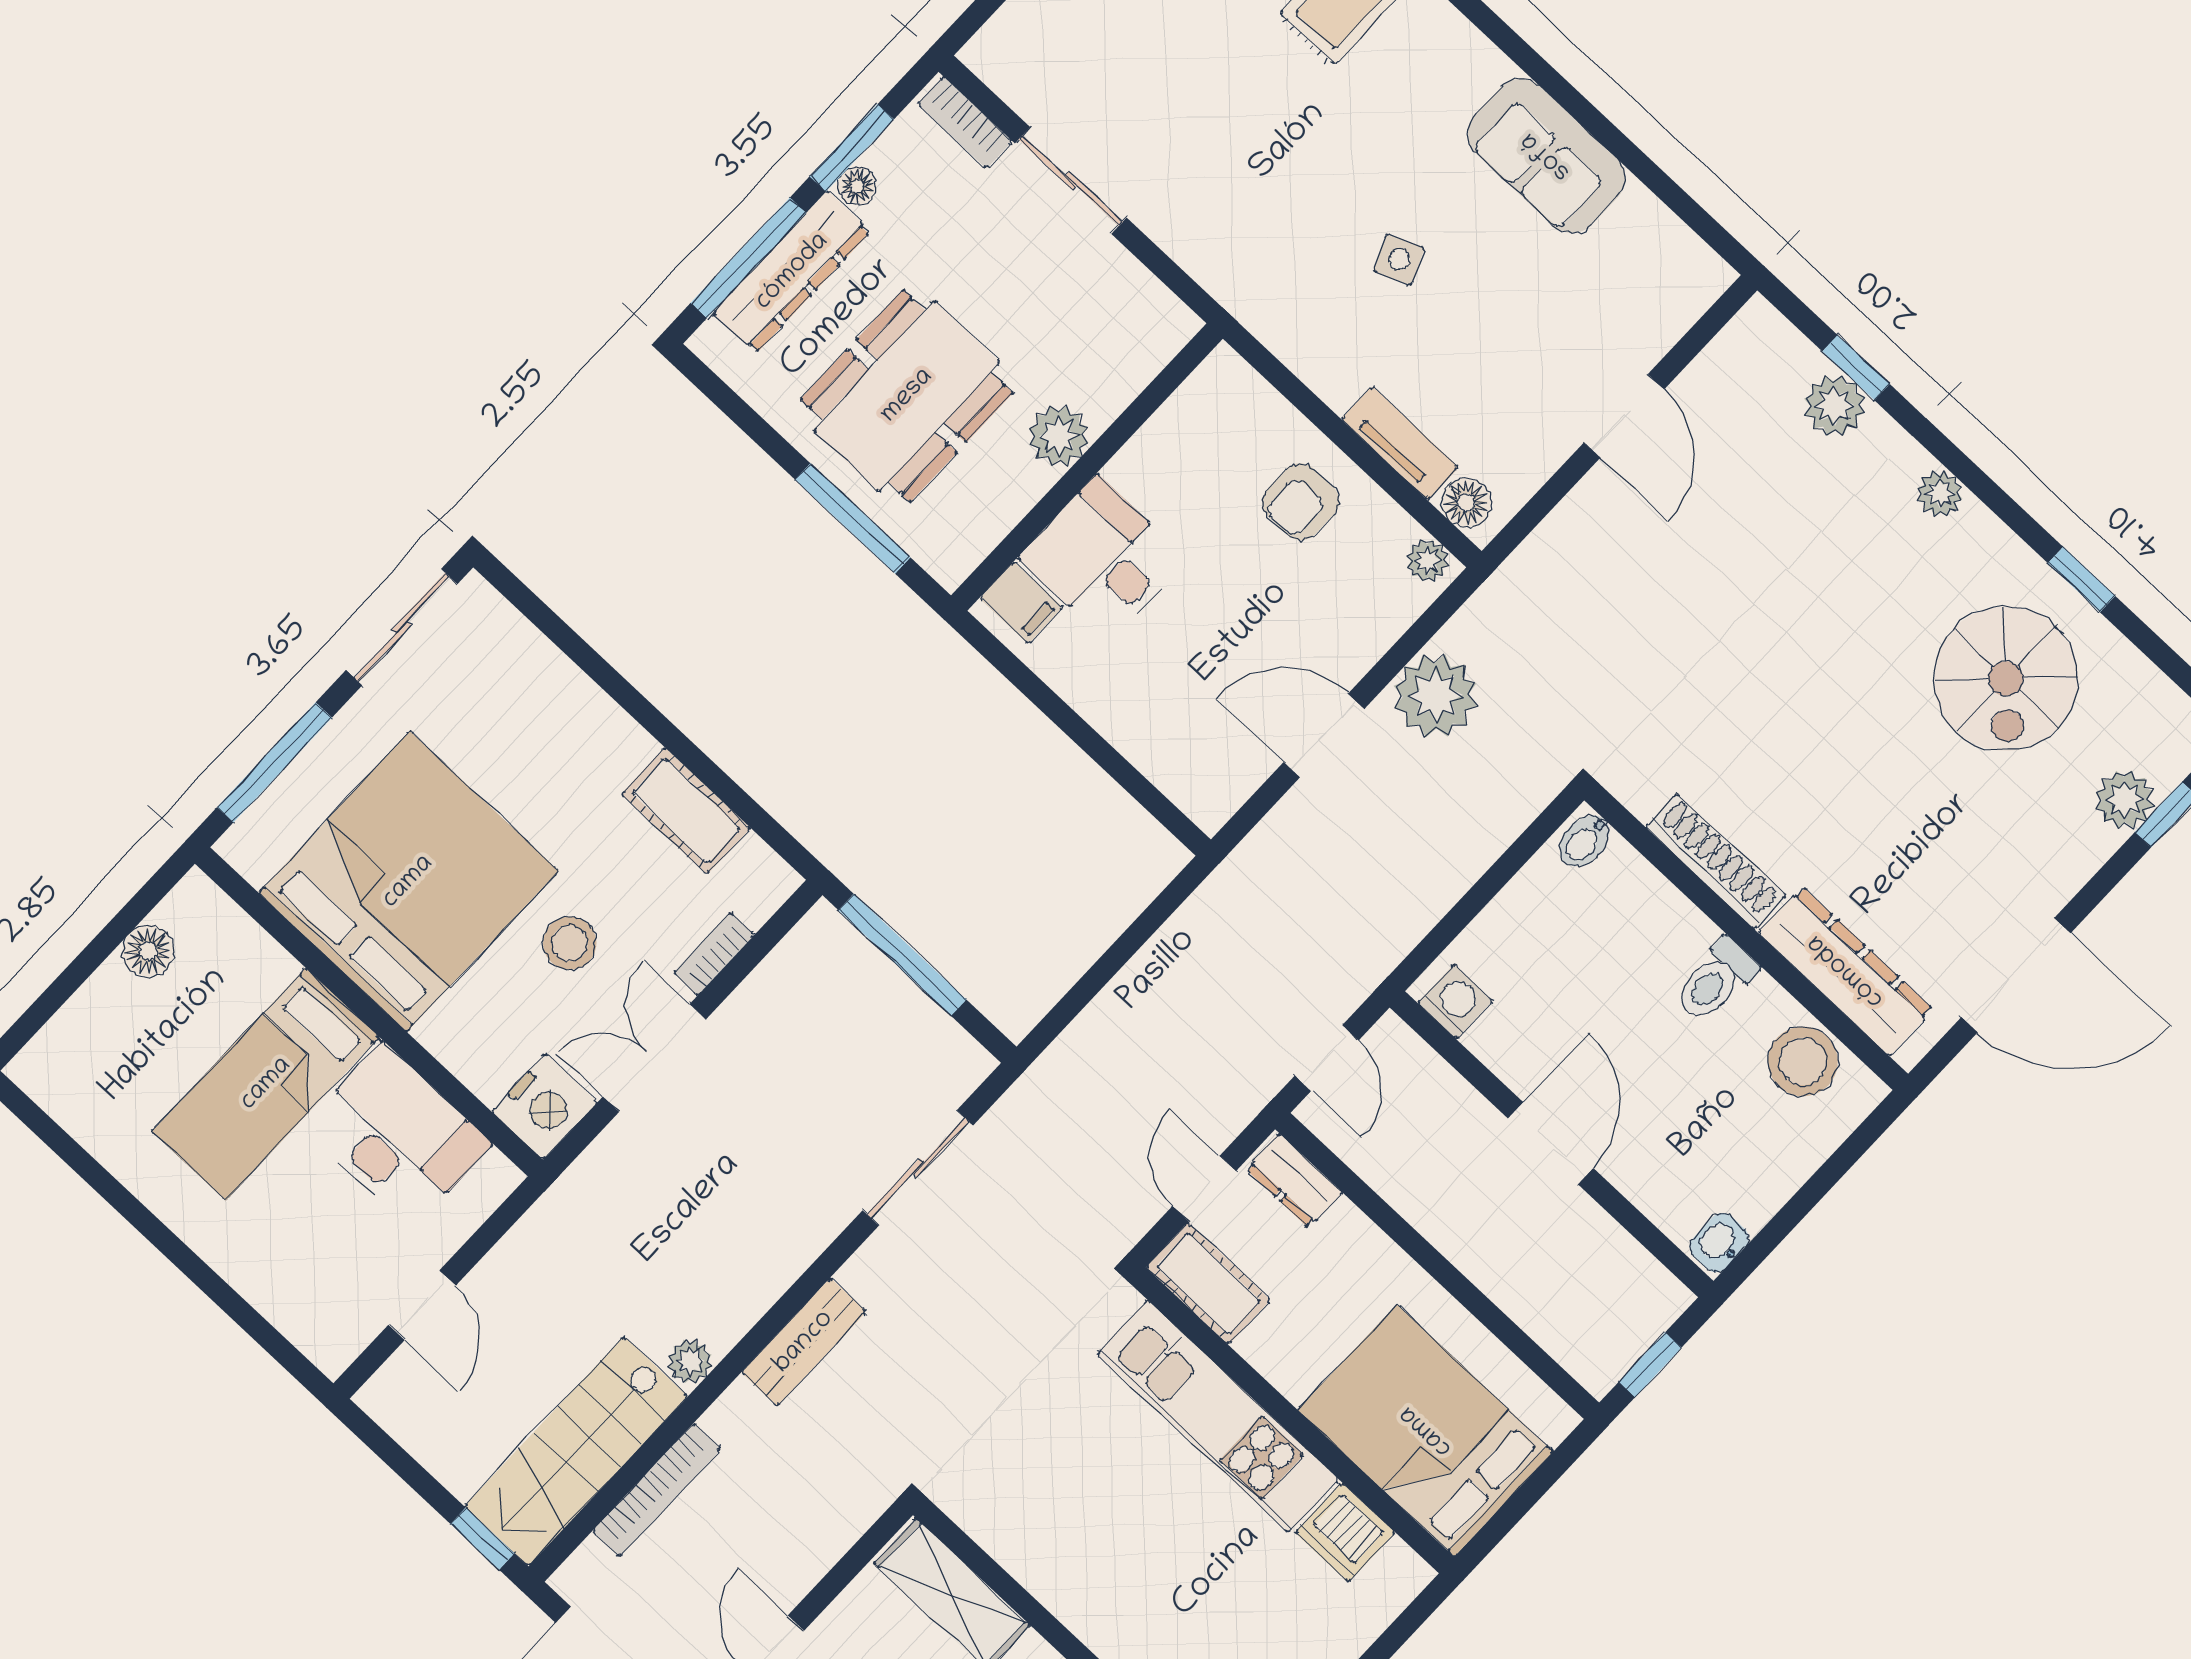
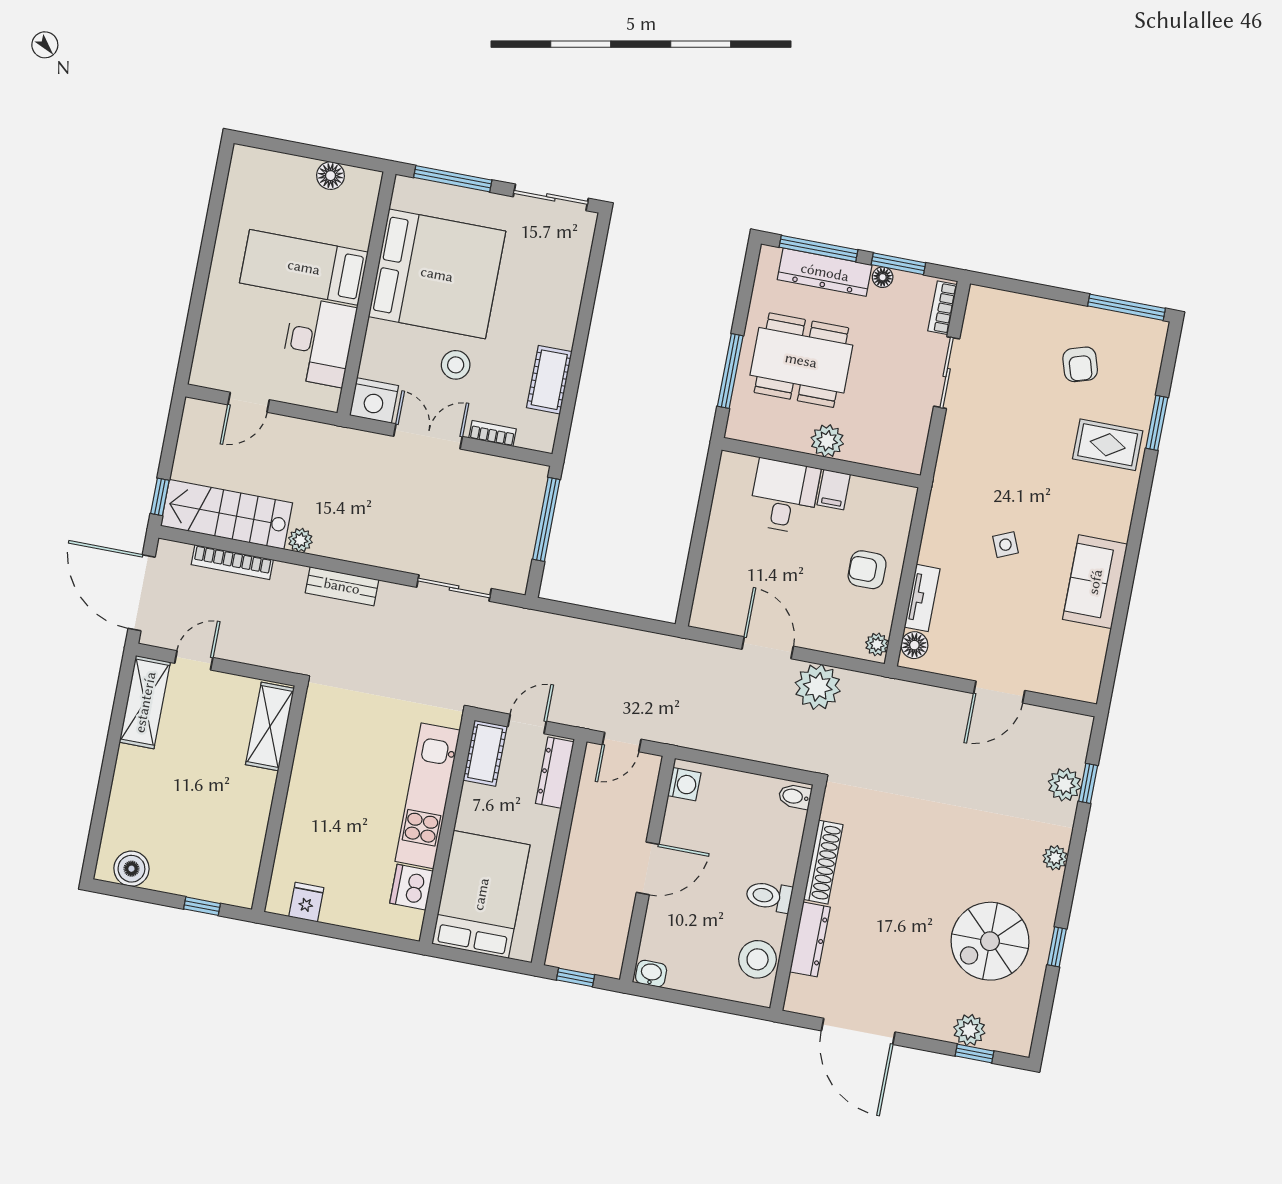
filing cabinet: (1021, 603) -> (834, 490), moved
dresser: (1846, 971) -> (810, 939), width x0.73, depth x0.80
dresser: (1294, 1181) -> (555, 773), width x1.44

